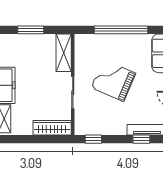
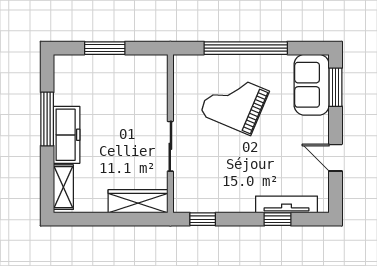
shelving: (64, 53) -> (156, 84), removed
grand piano: (113, 80) -> (234, 103), moved

